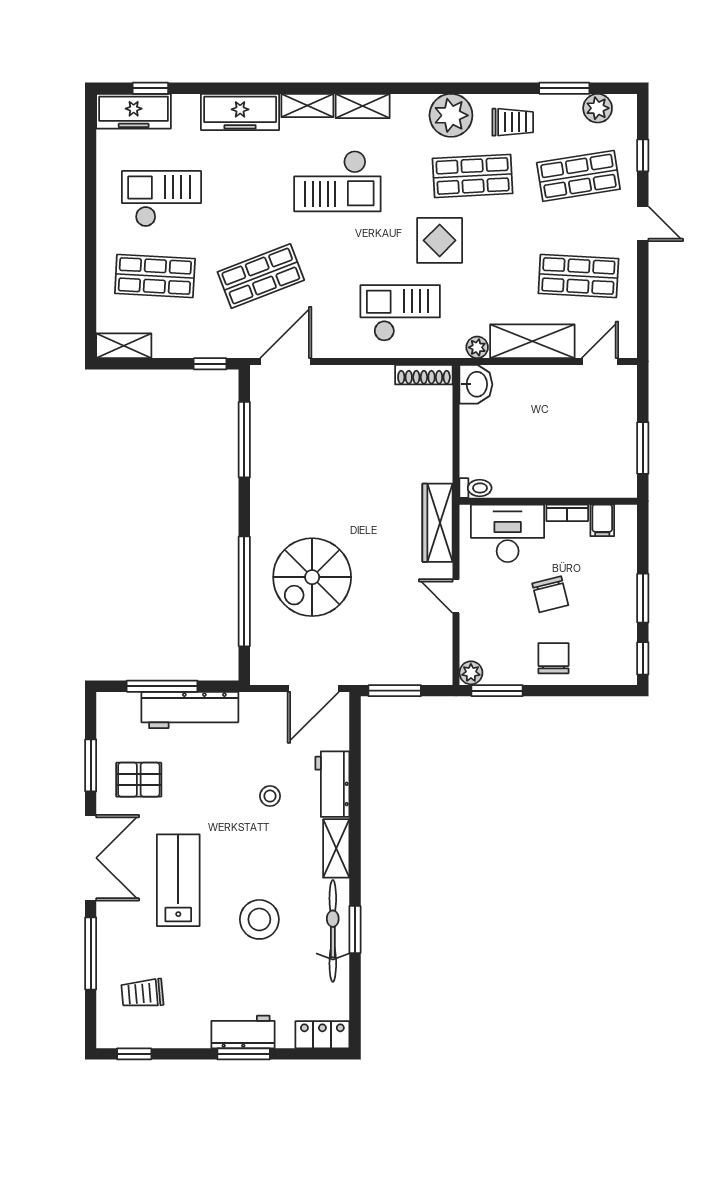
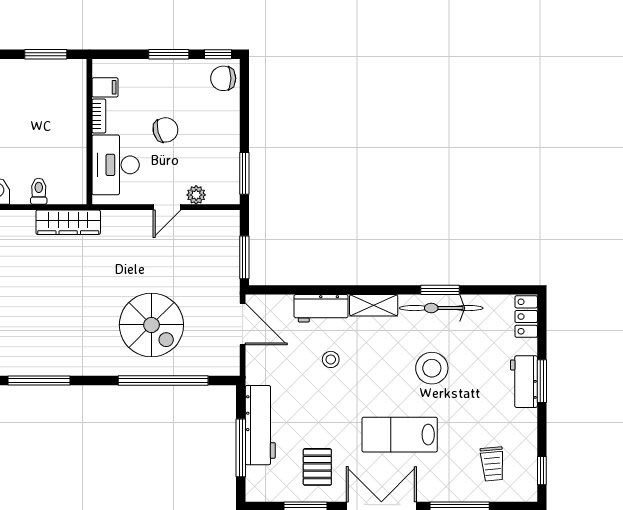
toilet: (475, 488) -> (39, 191), moved
wardrobe: (438, 523) -> (68, 222), moved
chair: (553, 658) -> (223, 78), moved
plant: (471, 673) -> (196, 195), moved

